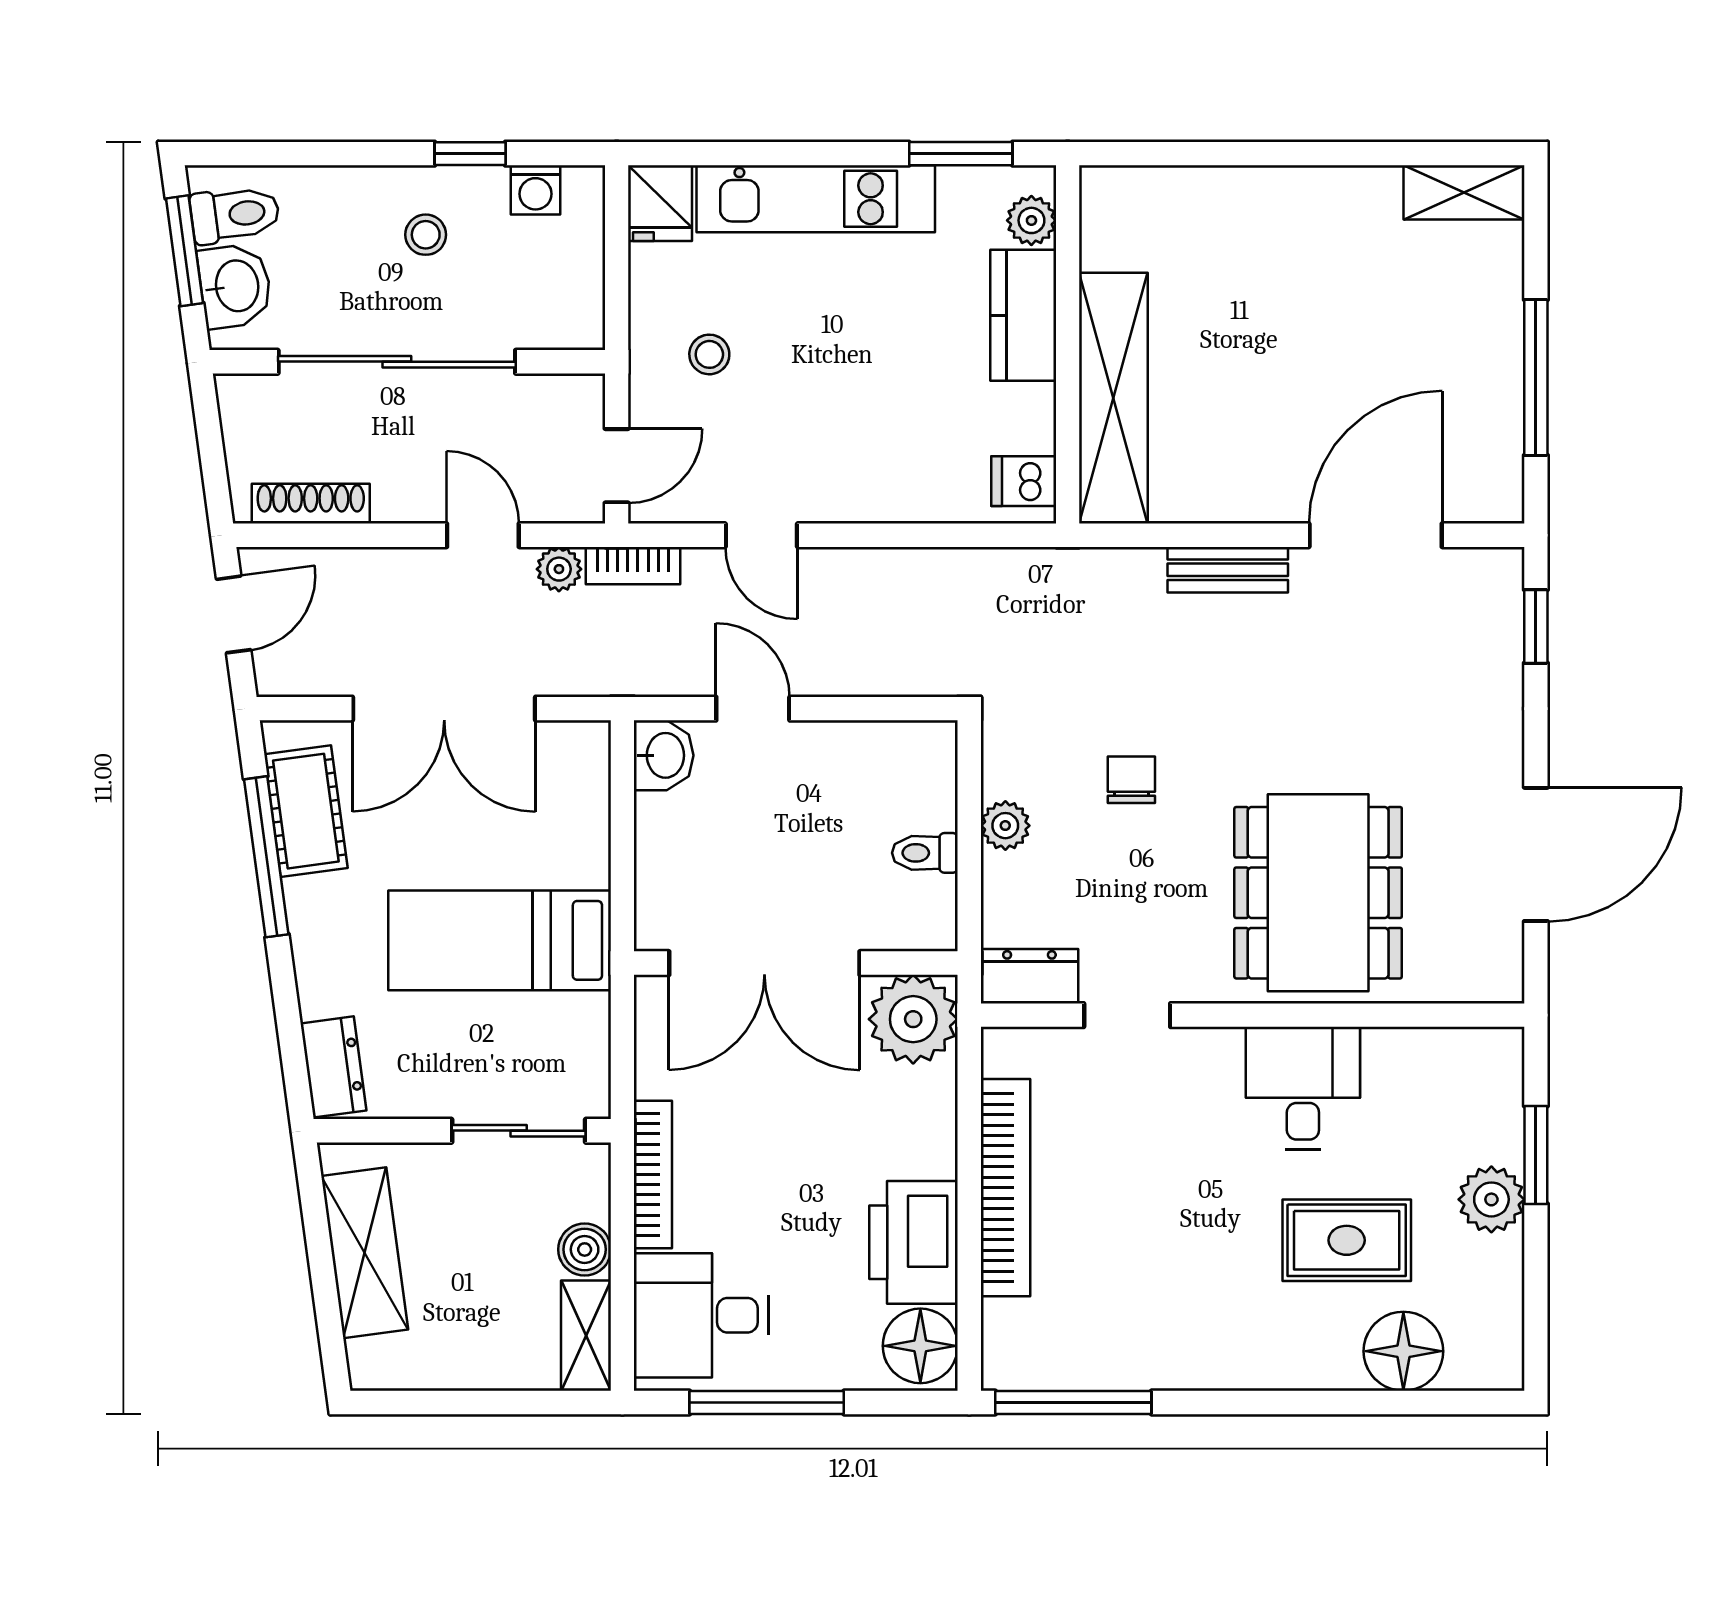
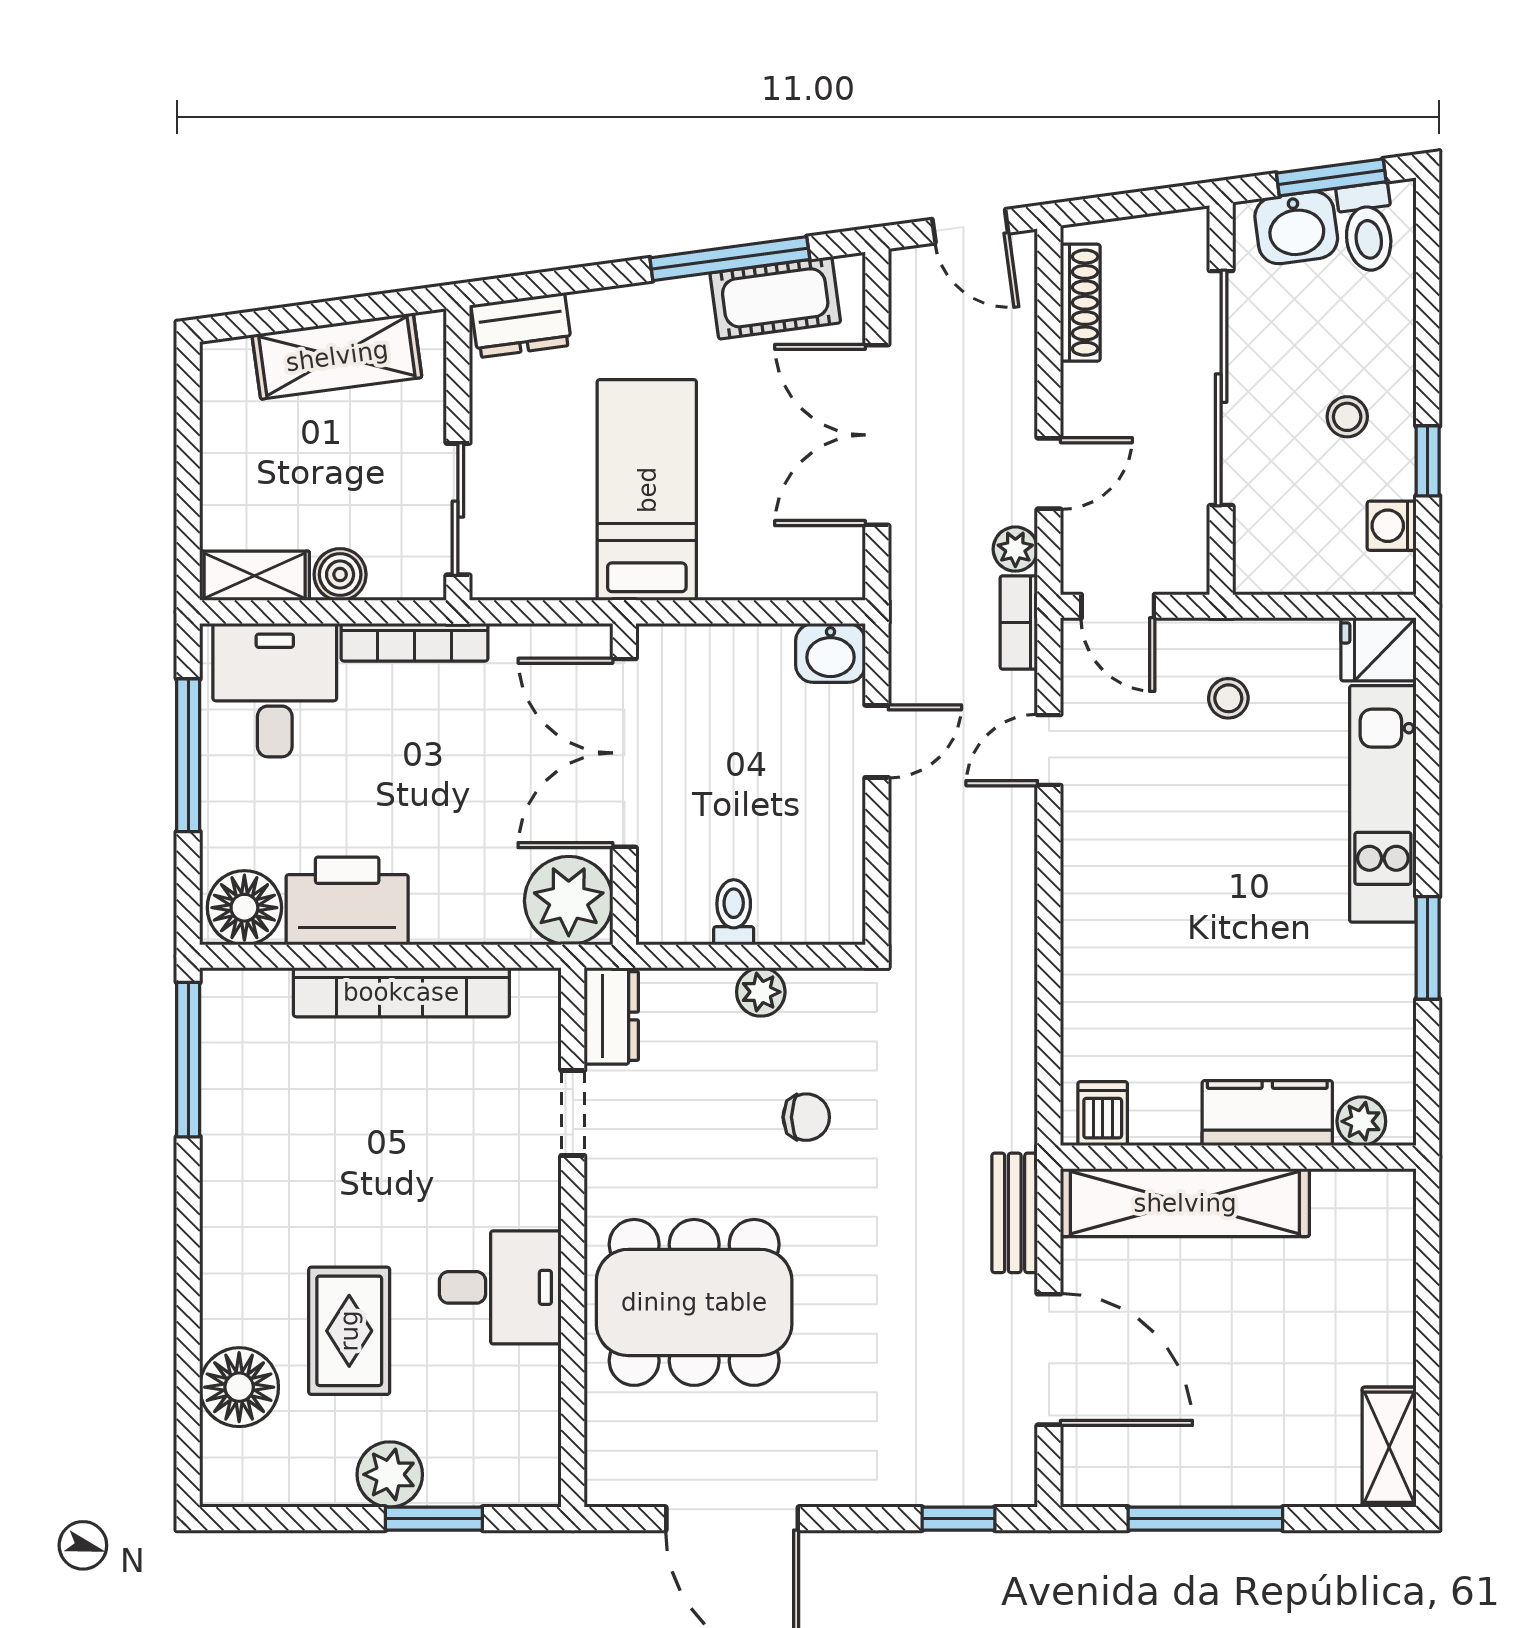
plant: (1031, 220) -> (1361, 1121), moved
kitchen counter: (1023, 315) -> (1267, 1113), moved
wall: (1068, 344) -> (1238, 1157), moved
shelving: (1113, 398) -> (1185, 1203), moved
dishwasher: (1024, 481) -> (1103, 1114), moved

